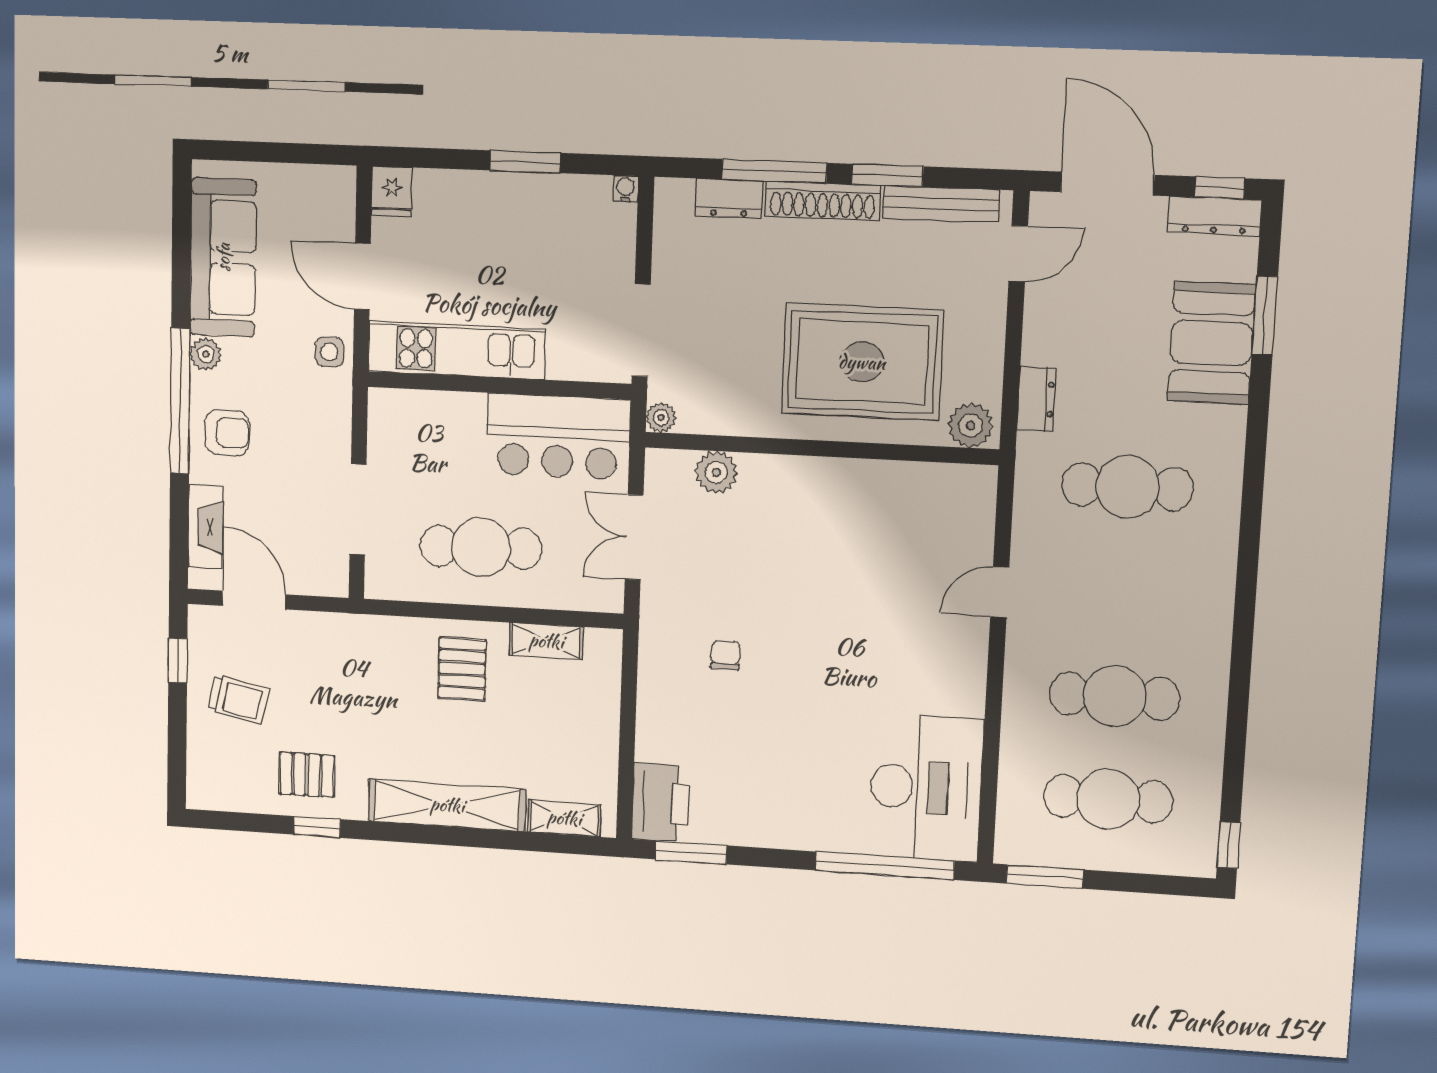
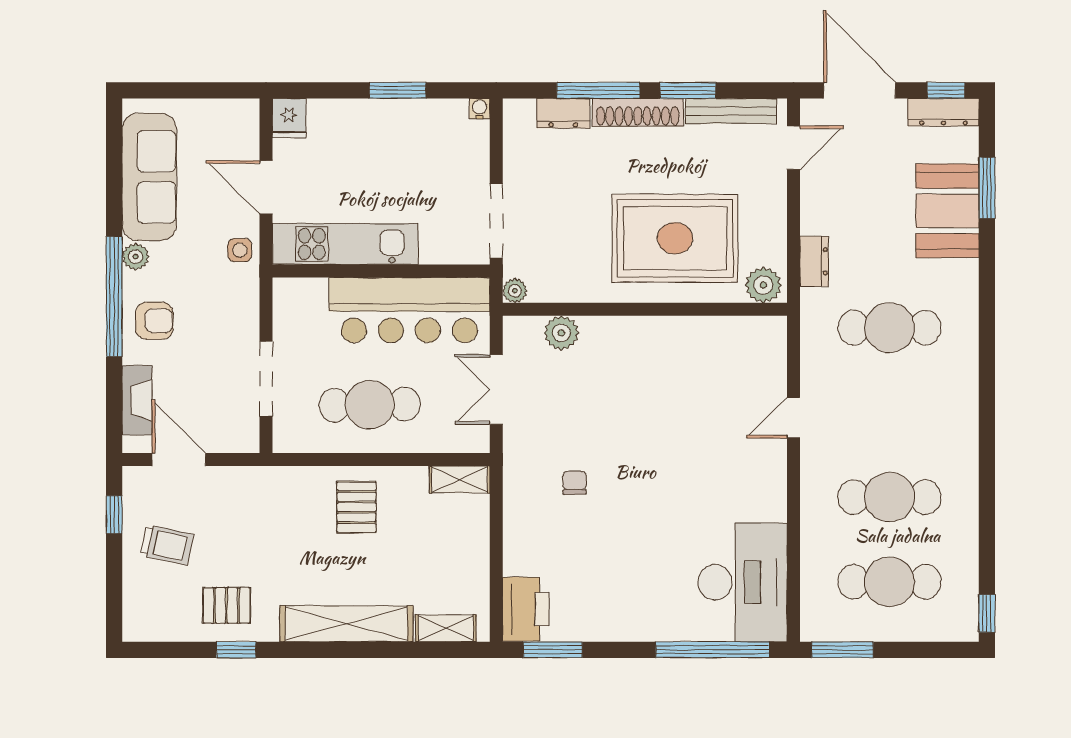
bar counter: (558, 436) -> (409, 310), width x1.36
shelving: (546, 641) -> (460, 480), moved

